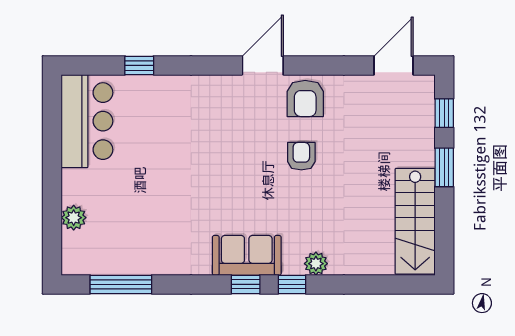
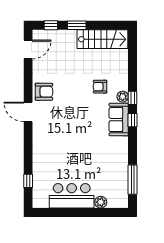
window: (139, 65) -> (28, 181), moved
door: (394, 65) -> (28, 50), swing flipped
bar counter: (87, 121) -> (72, 196), moved
armchair: (301, 156) -> (100, 87), moved
plant: (316, 264) -> (123, 97), moved

